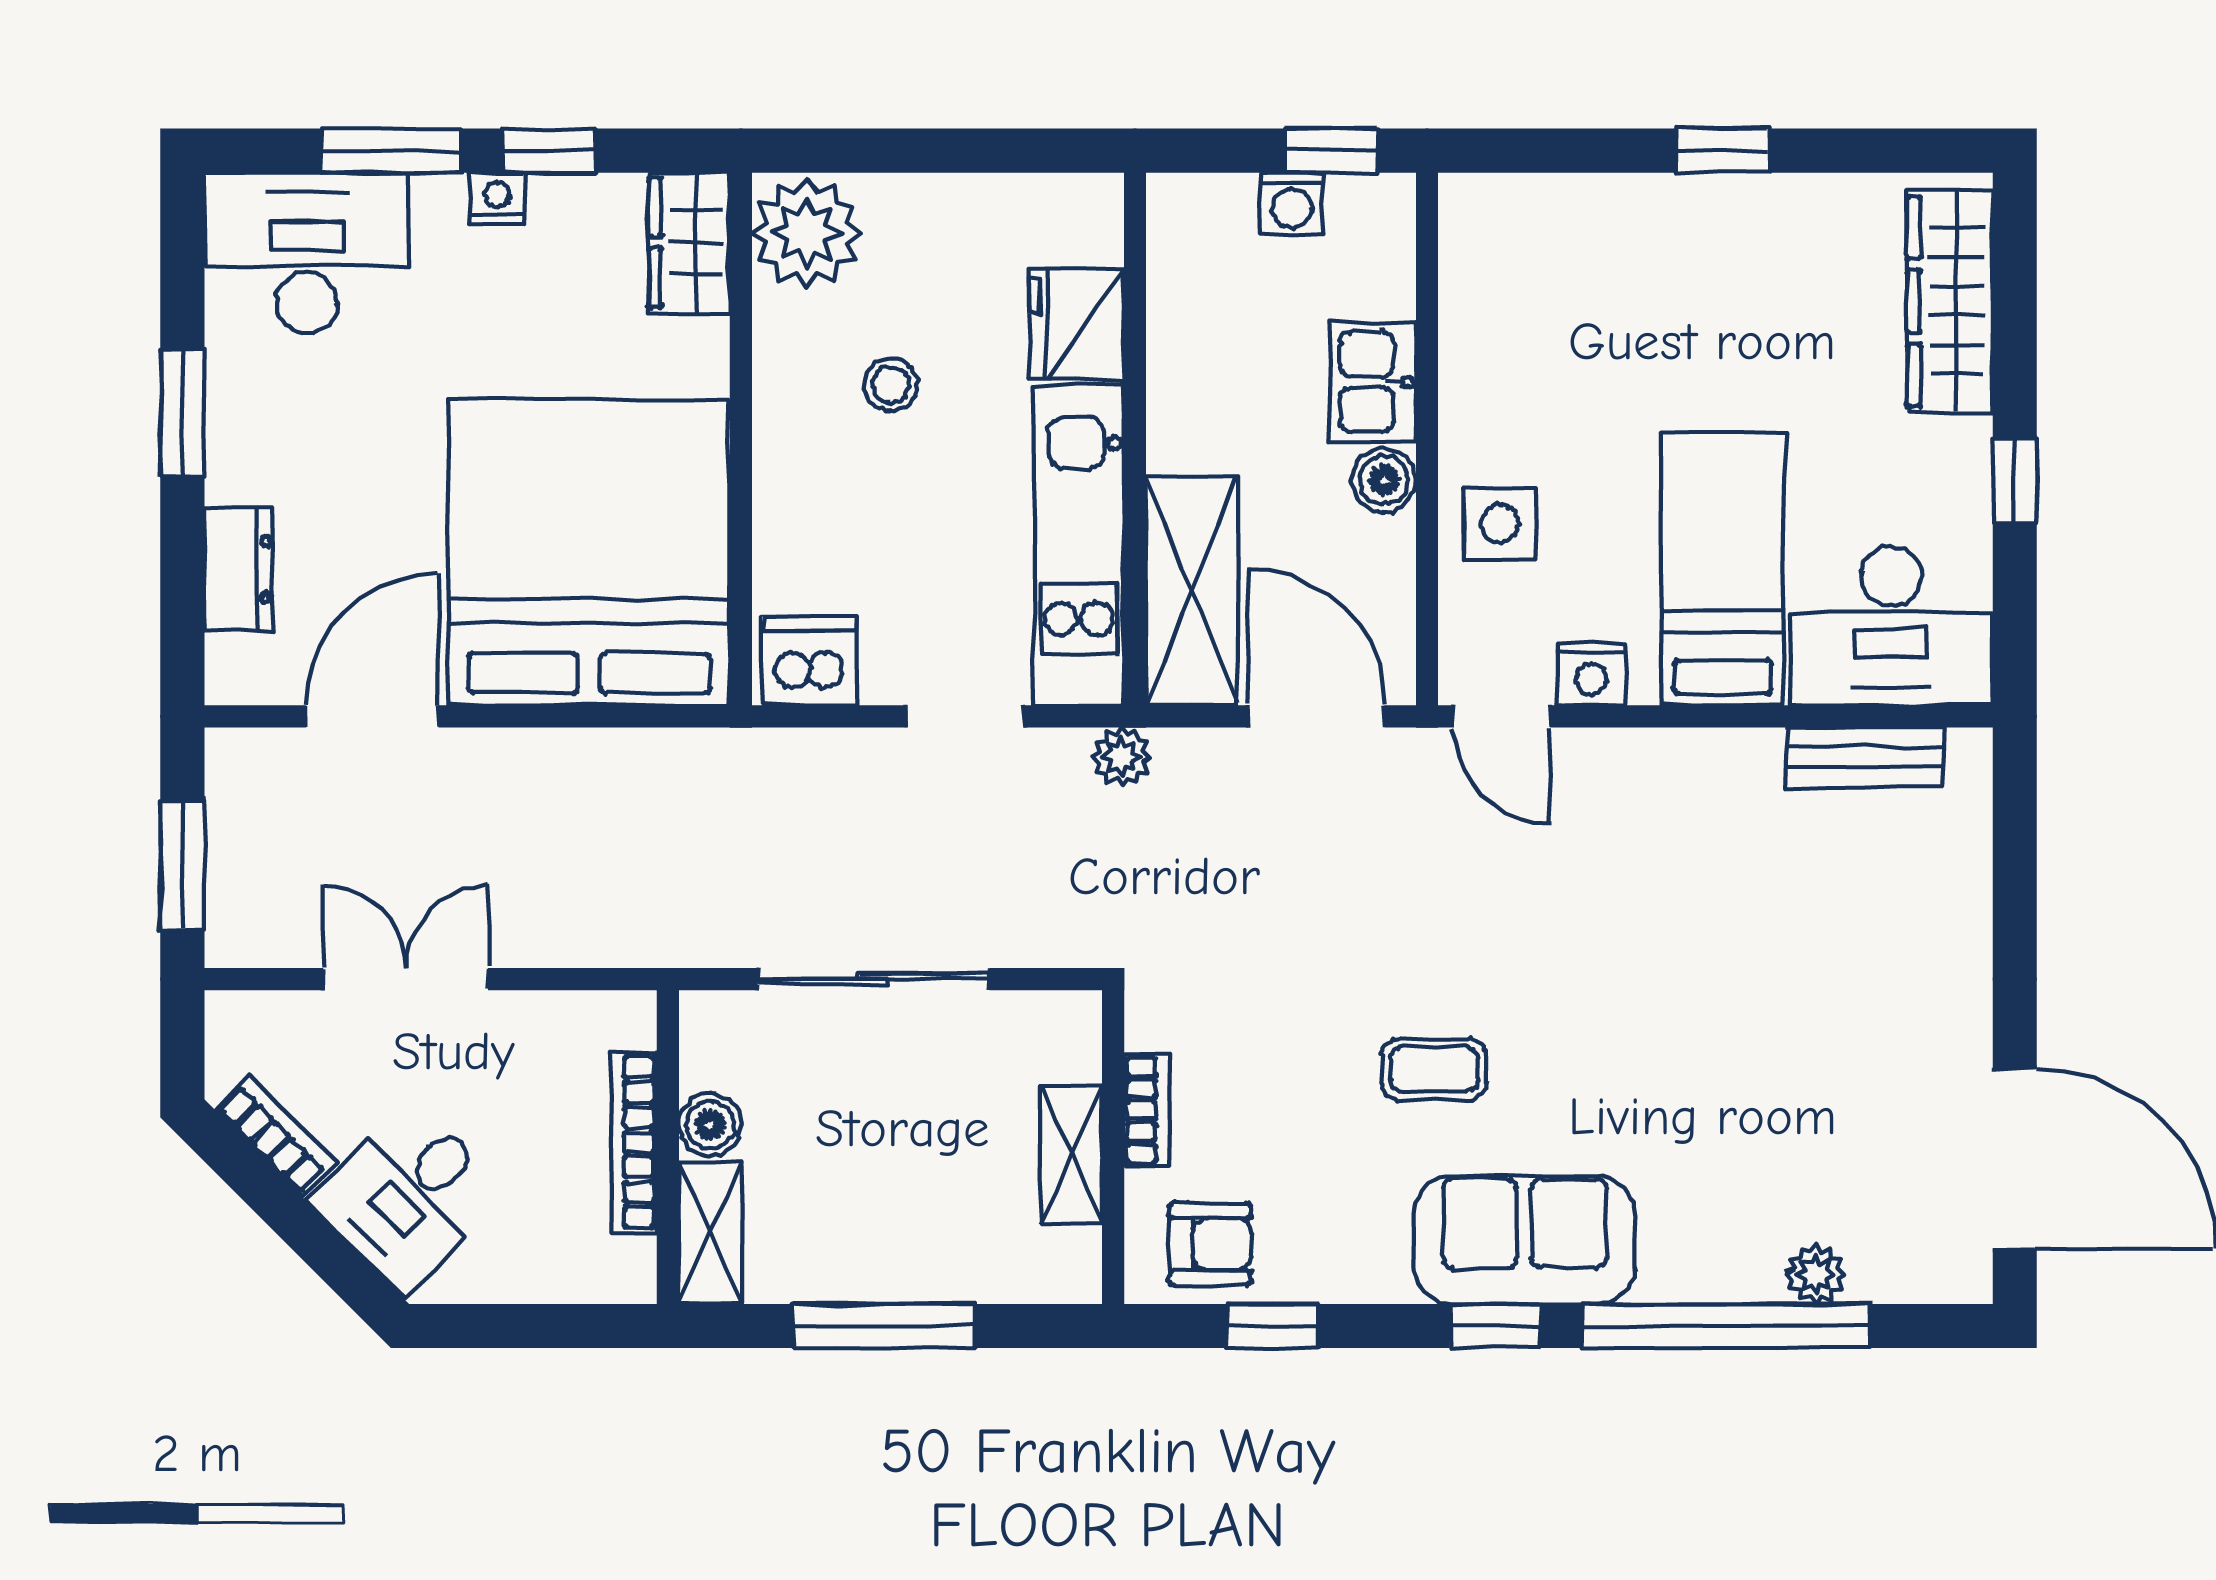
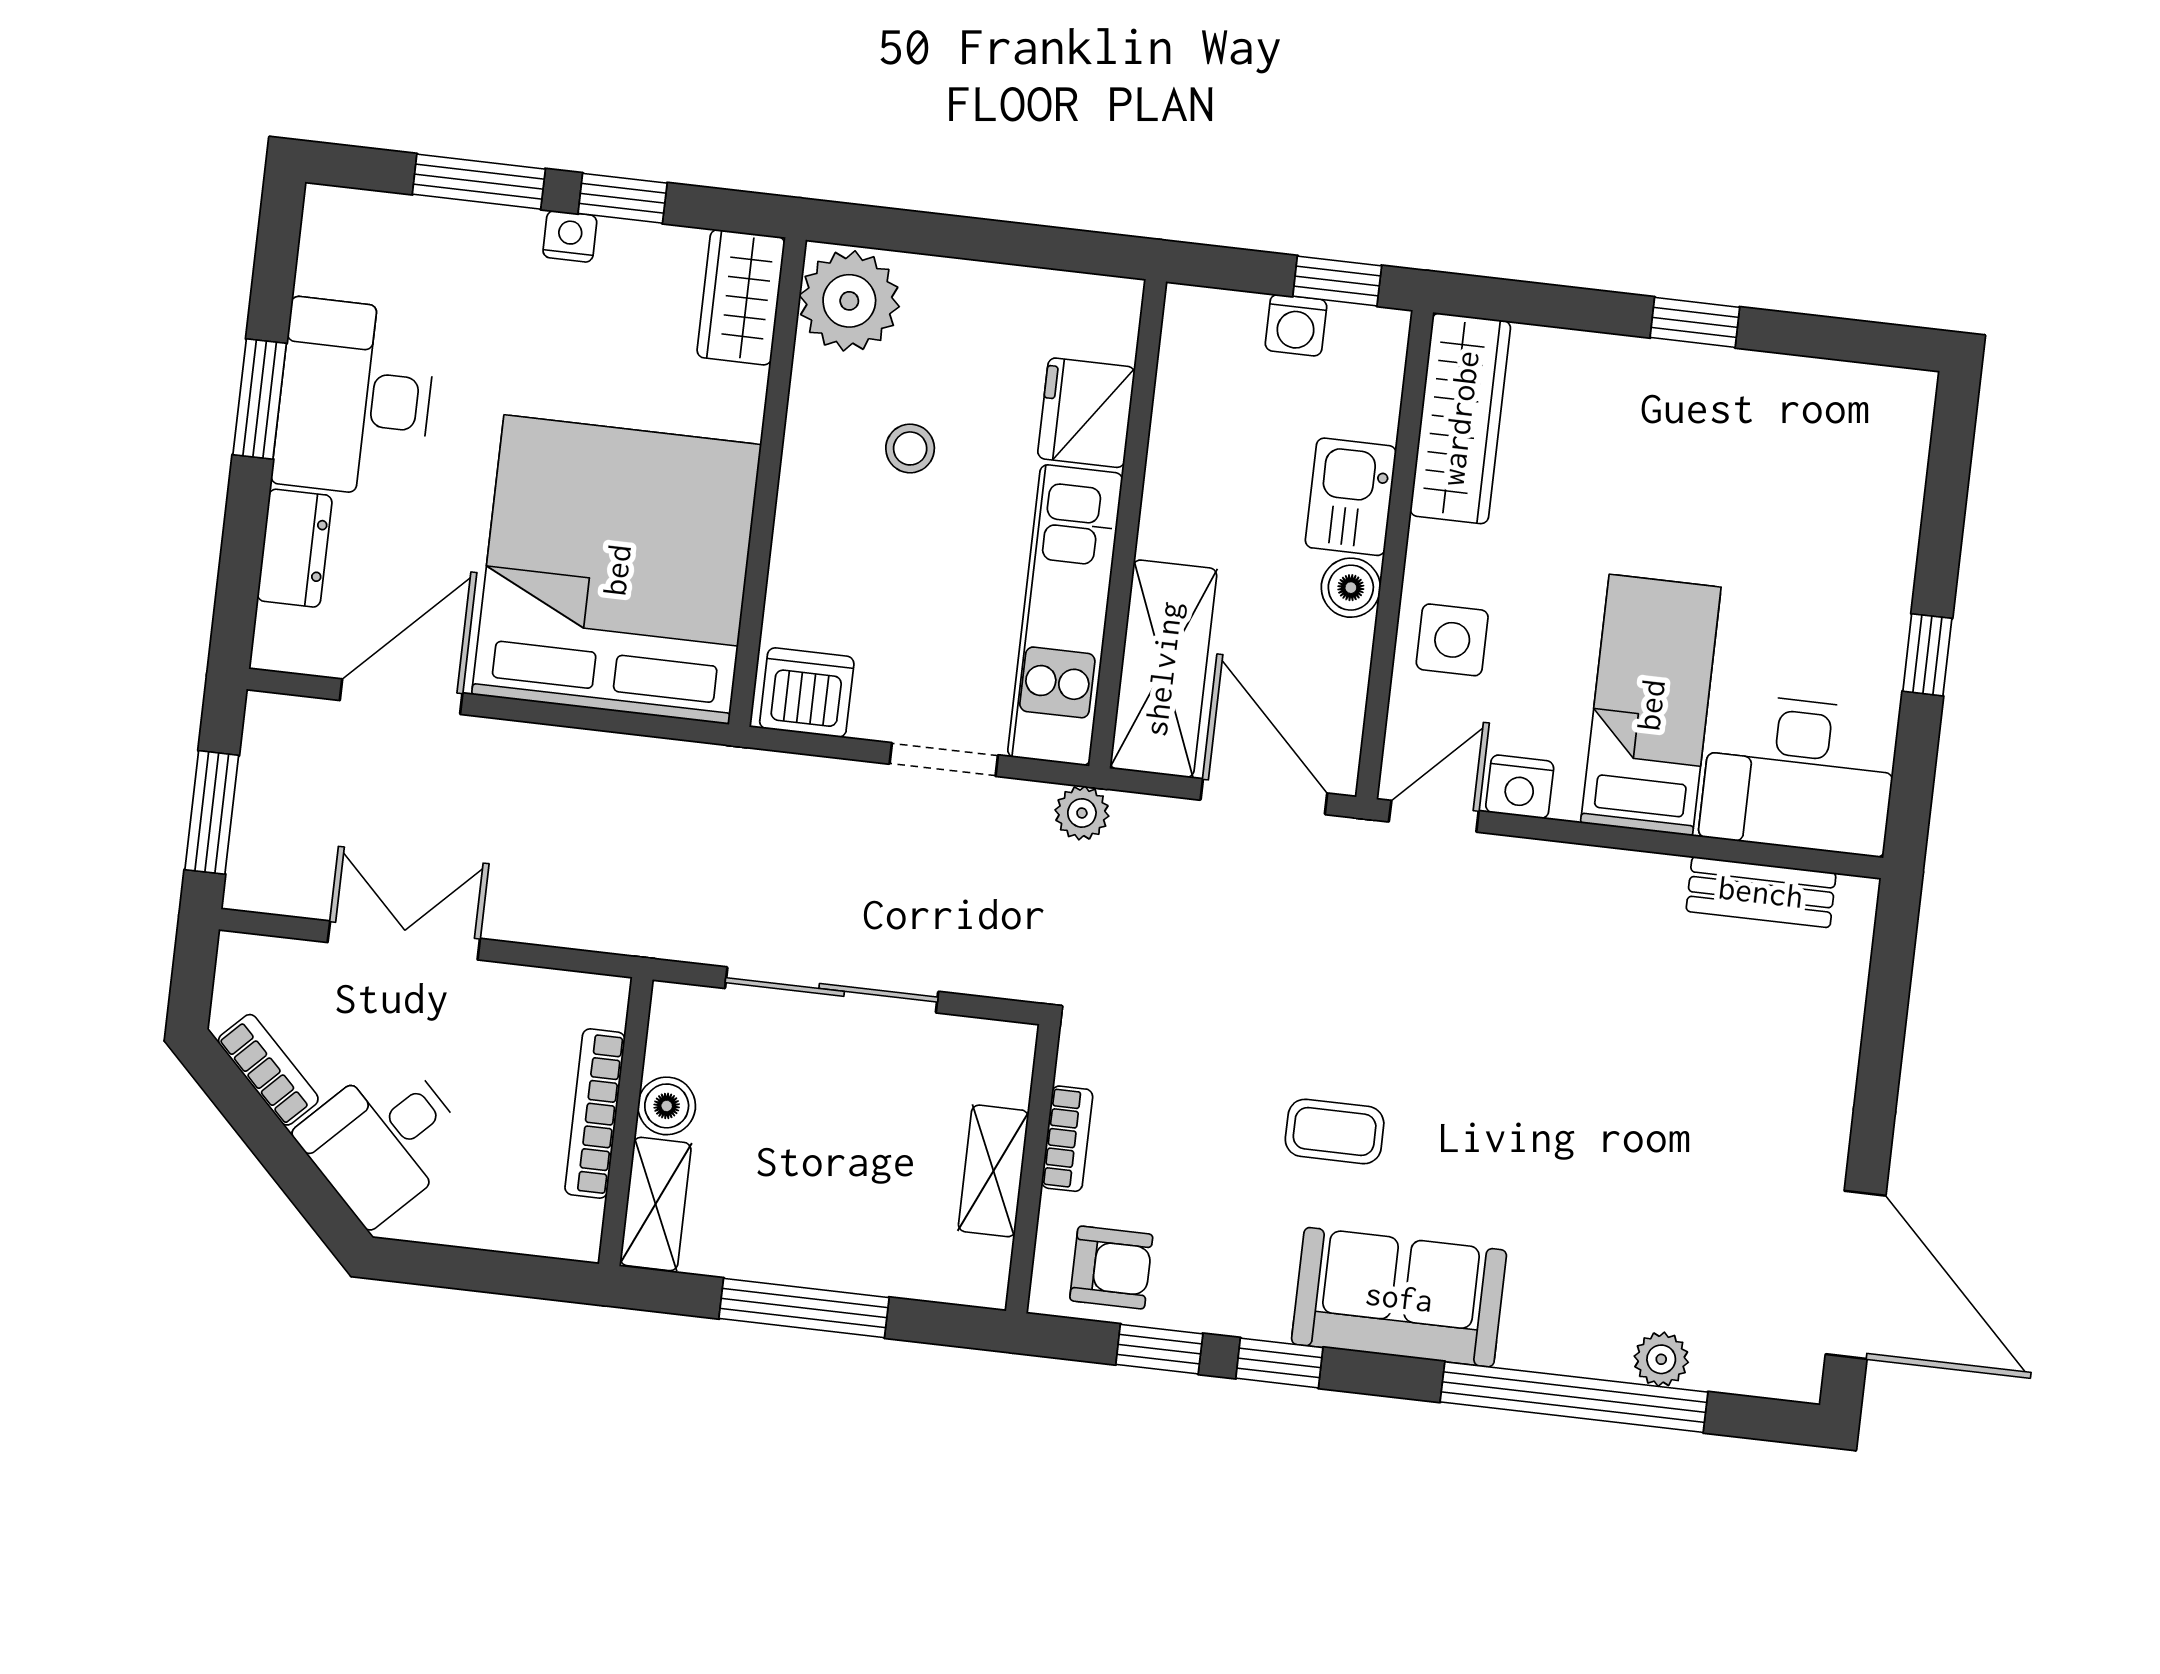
desk: (307, 253) -> (355, 398), moved, turned -90
wardrobe: (1950, 301) -> (1460, 418), moved, turned 180
door: (1502, 716) -> (1434, 816), swing flipped
window: (1495, 1326) -> (1279, 1363), moved

